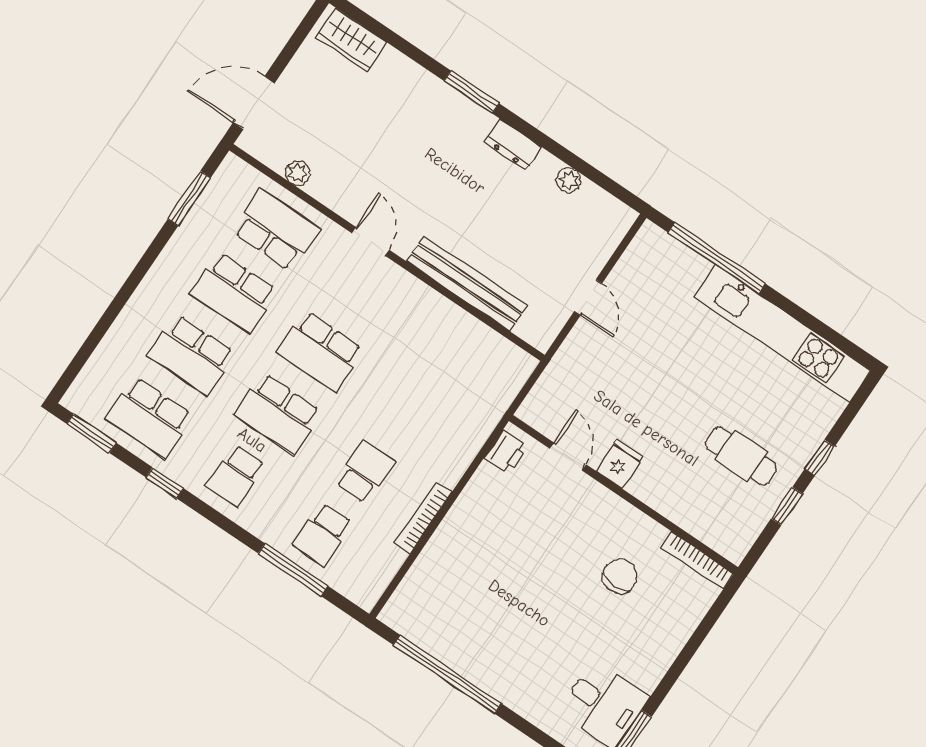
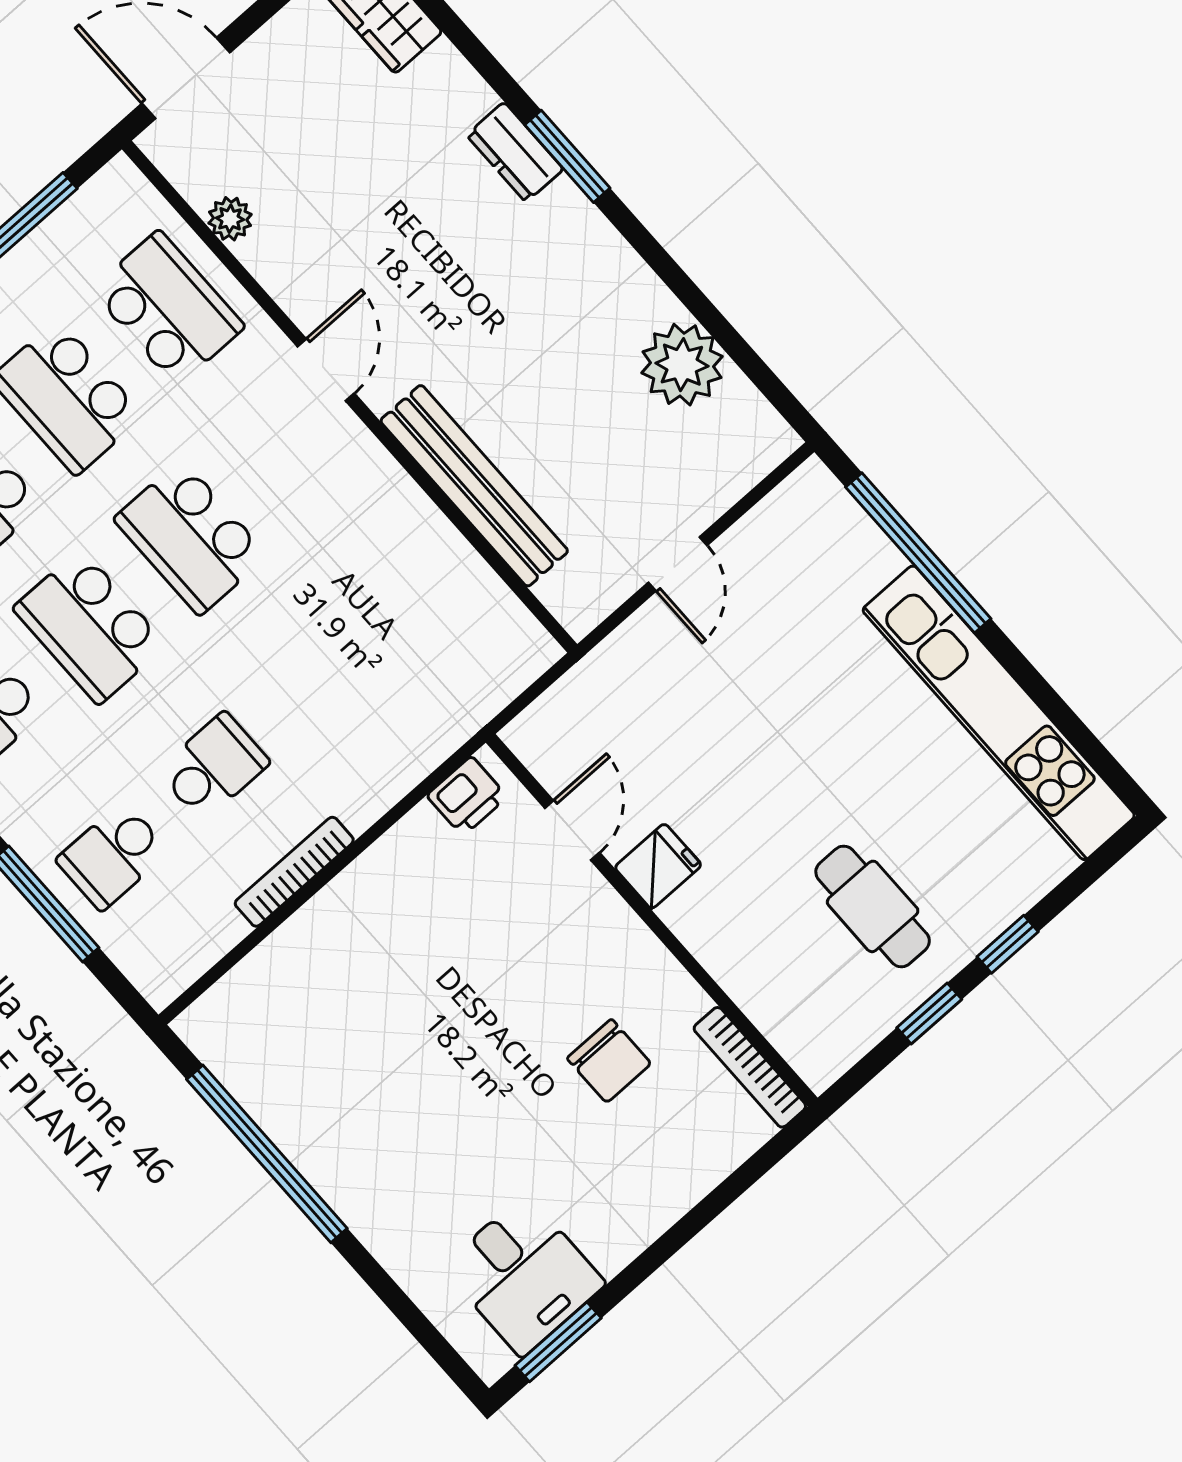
dresser: (512, 144) -> (515, 152), moved
plant: (569, 180) -> (682, 365), width x1.87, depth x1.87
chair: (620, 576) -> (609, 1061), turned 90

